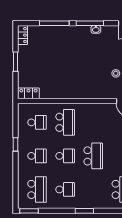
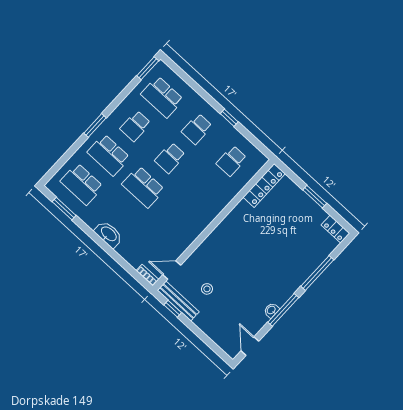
locker: (28, 93) -> (264, 185), width x1.53
school desk: (65, 122) -> (109, 155), moved

